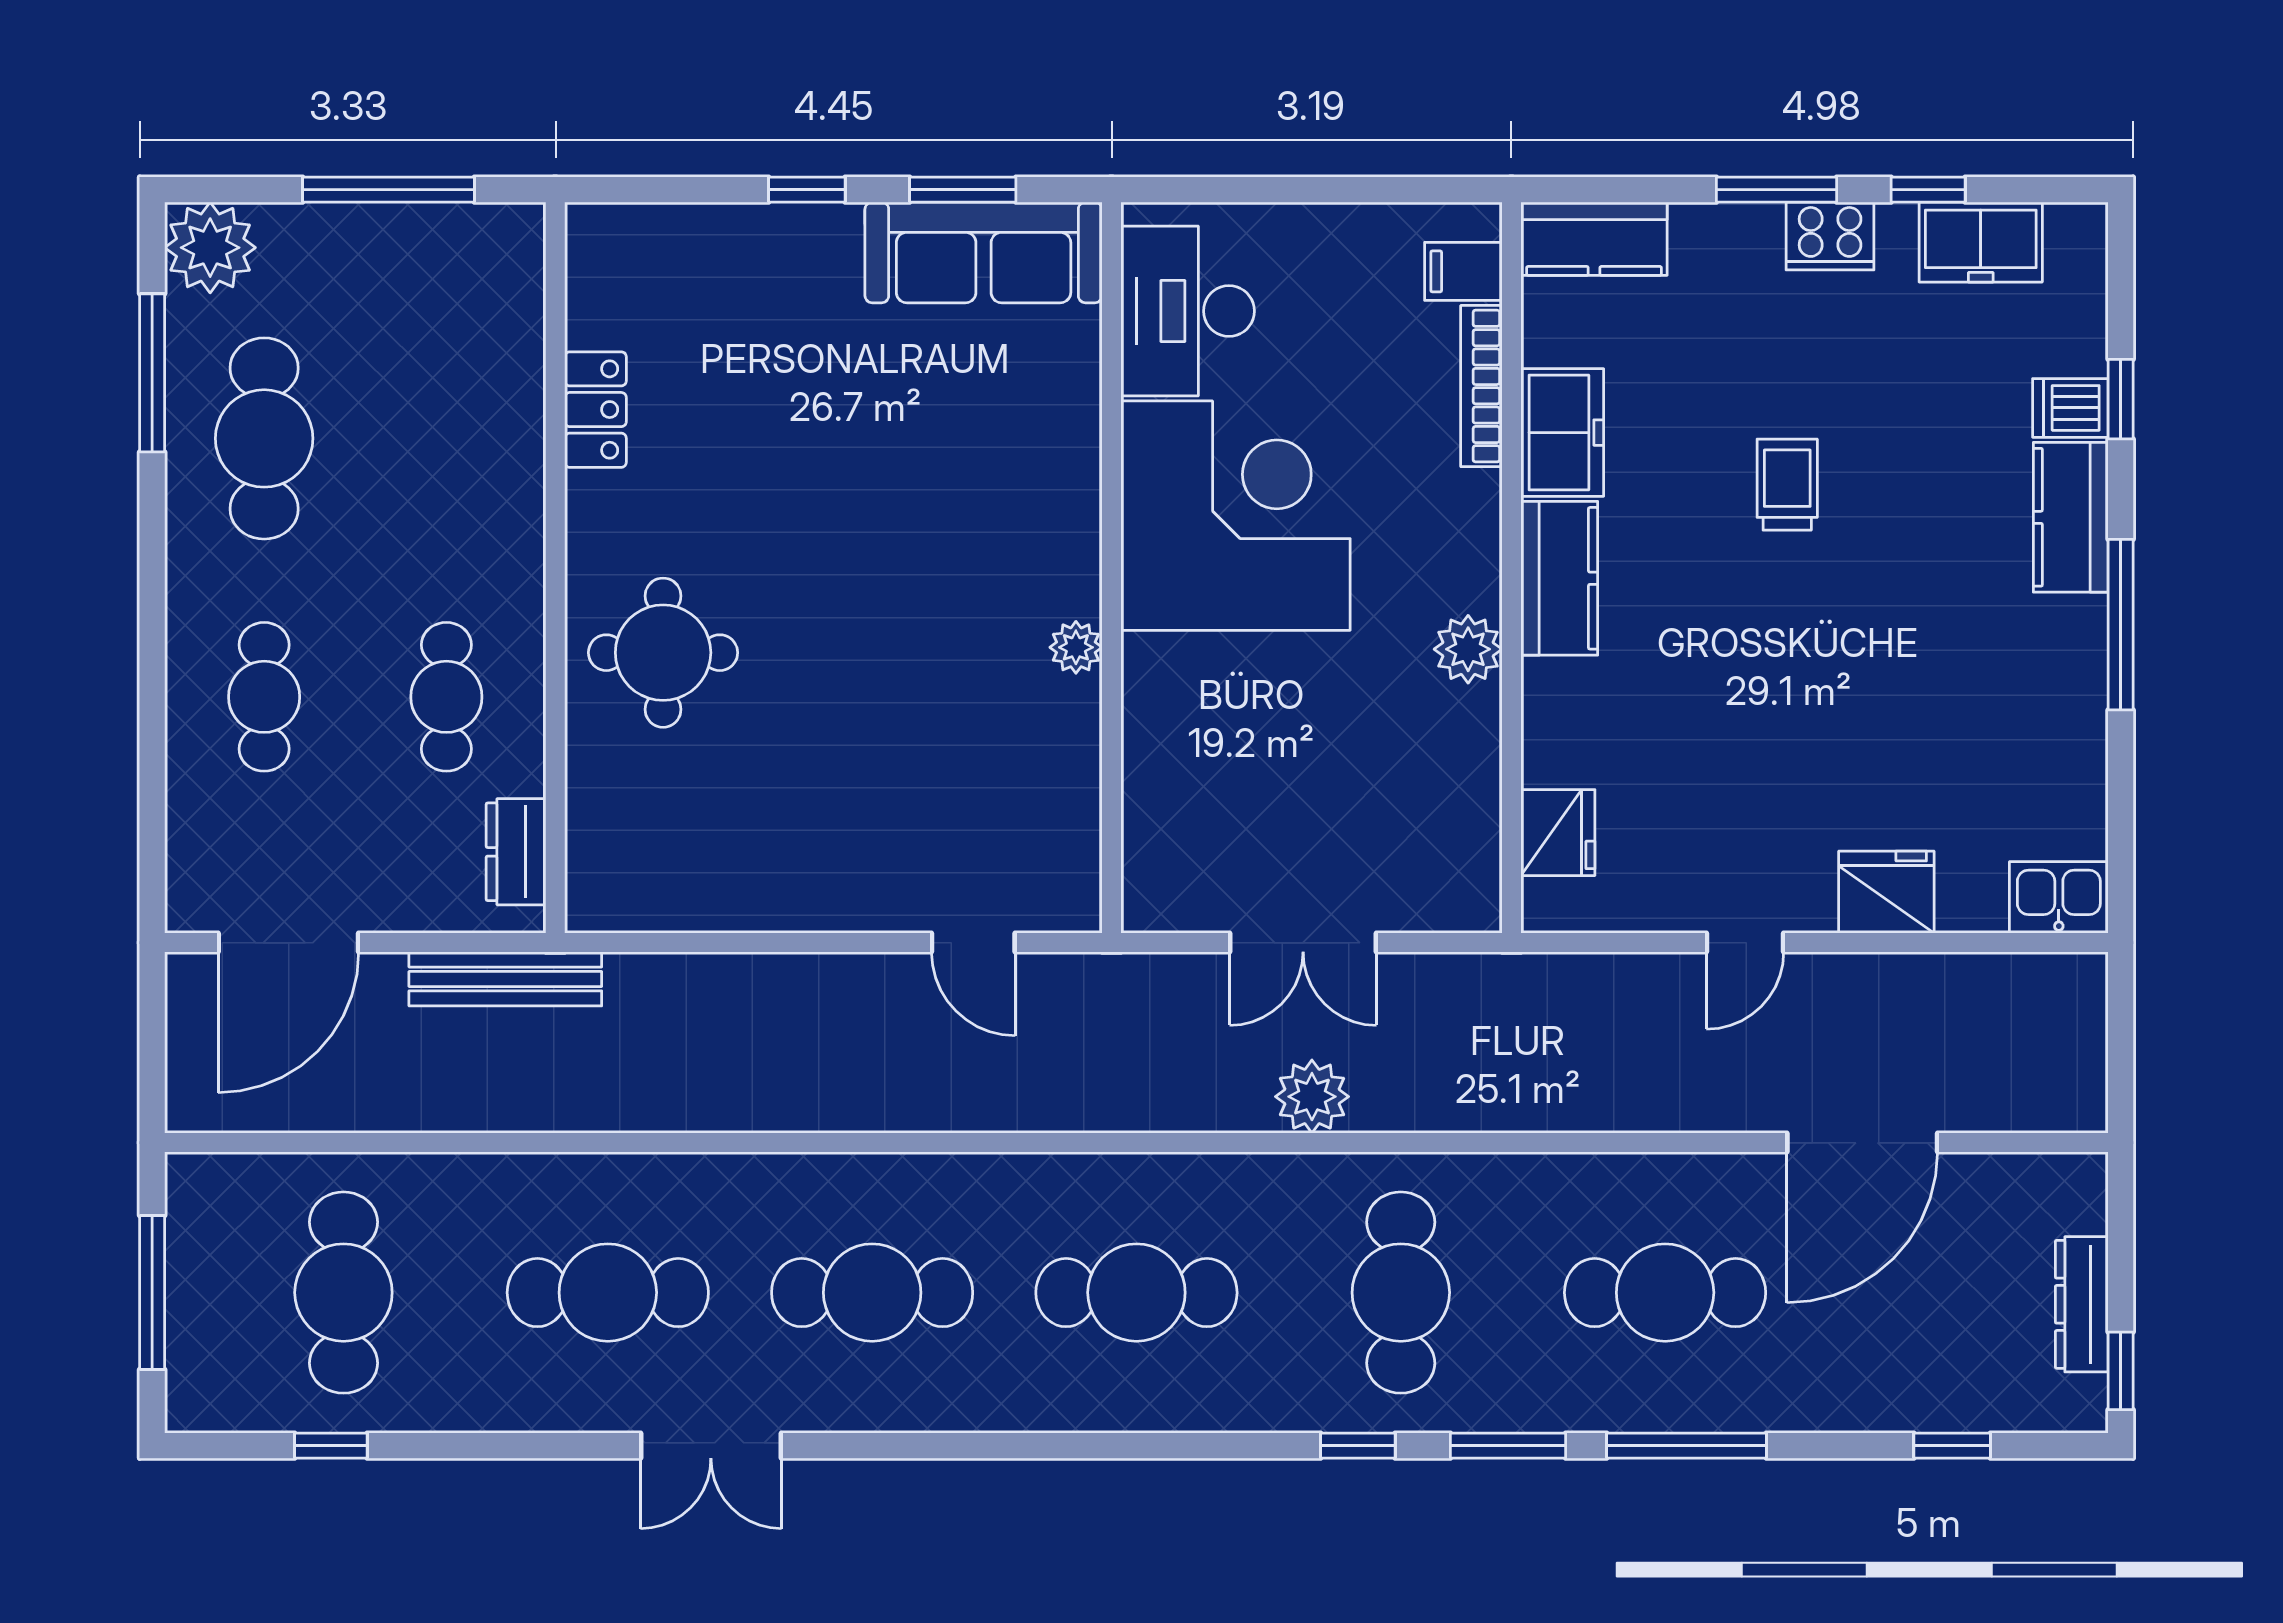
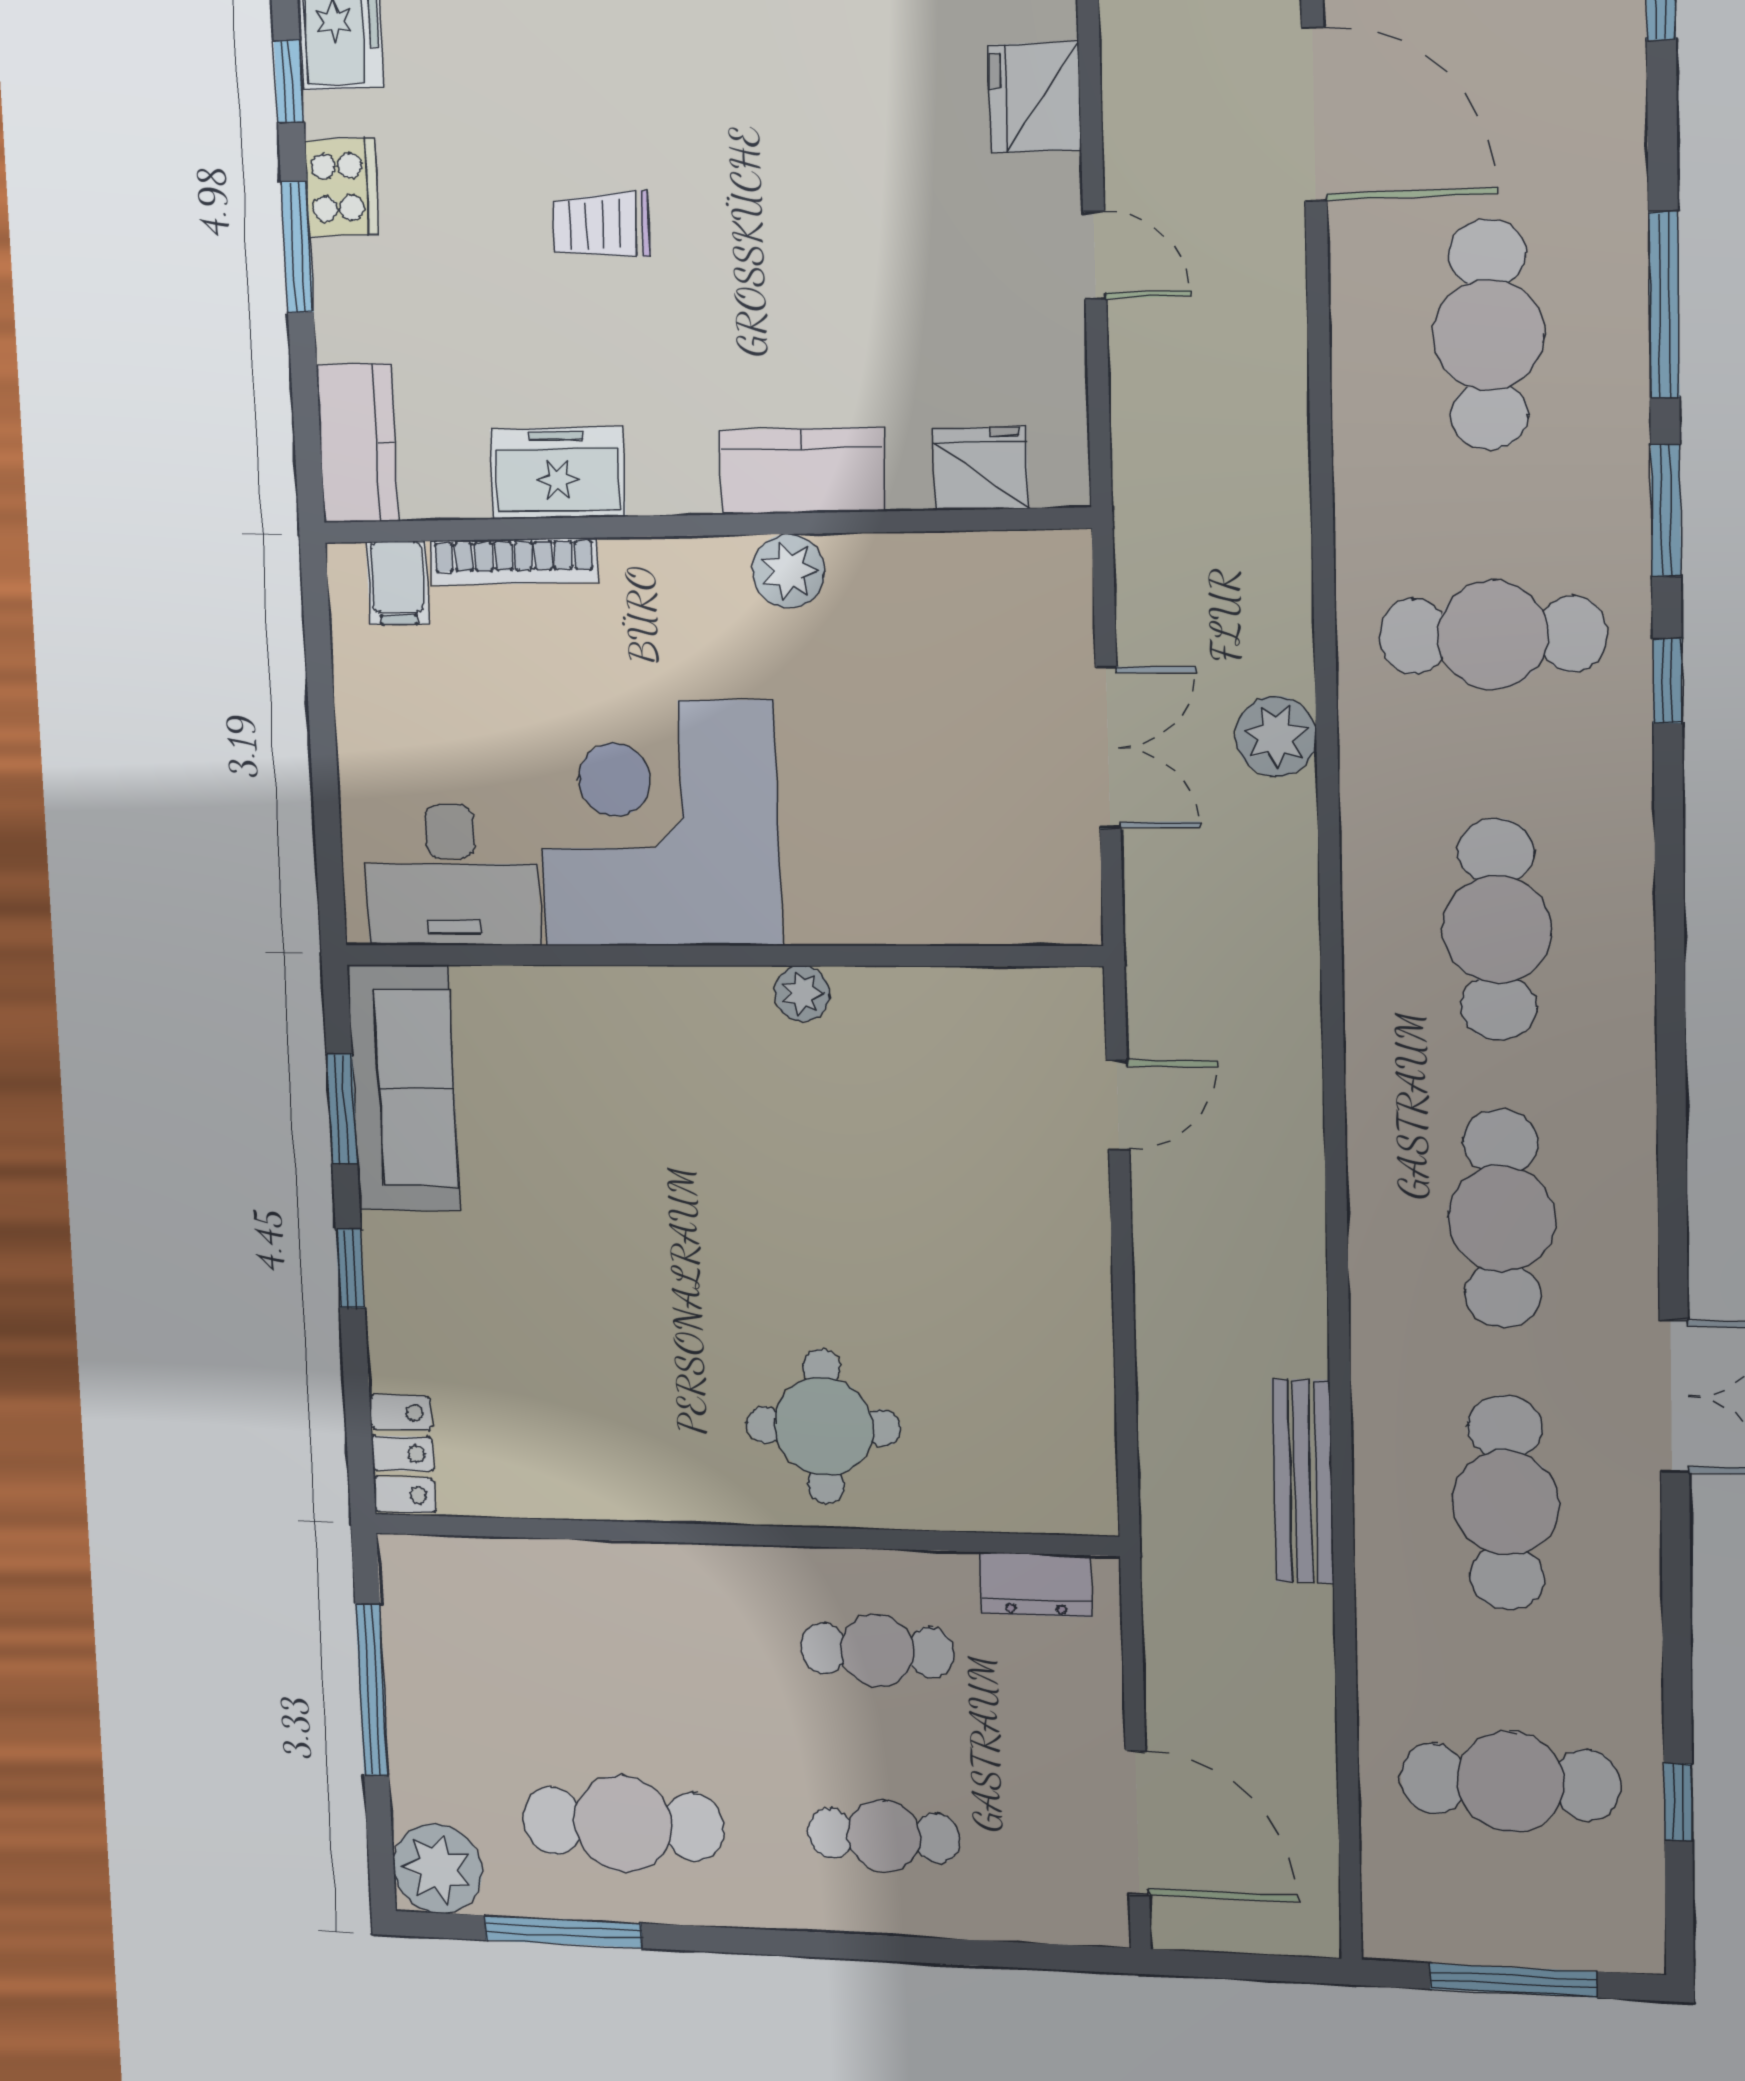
locker: (595, 410) -> (402, 1454), moved, turned 90
kitchen counter: (1559, 578) -> (803, 471), moved
bench: (505, 979) -> (1303, 1481), moved

